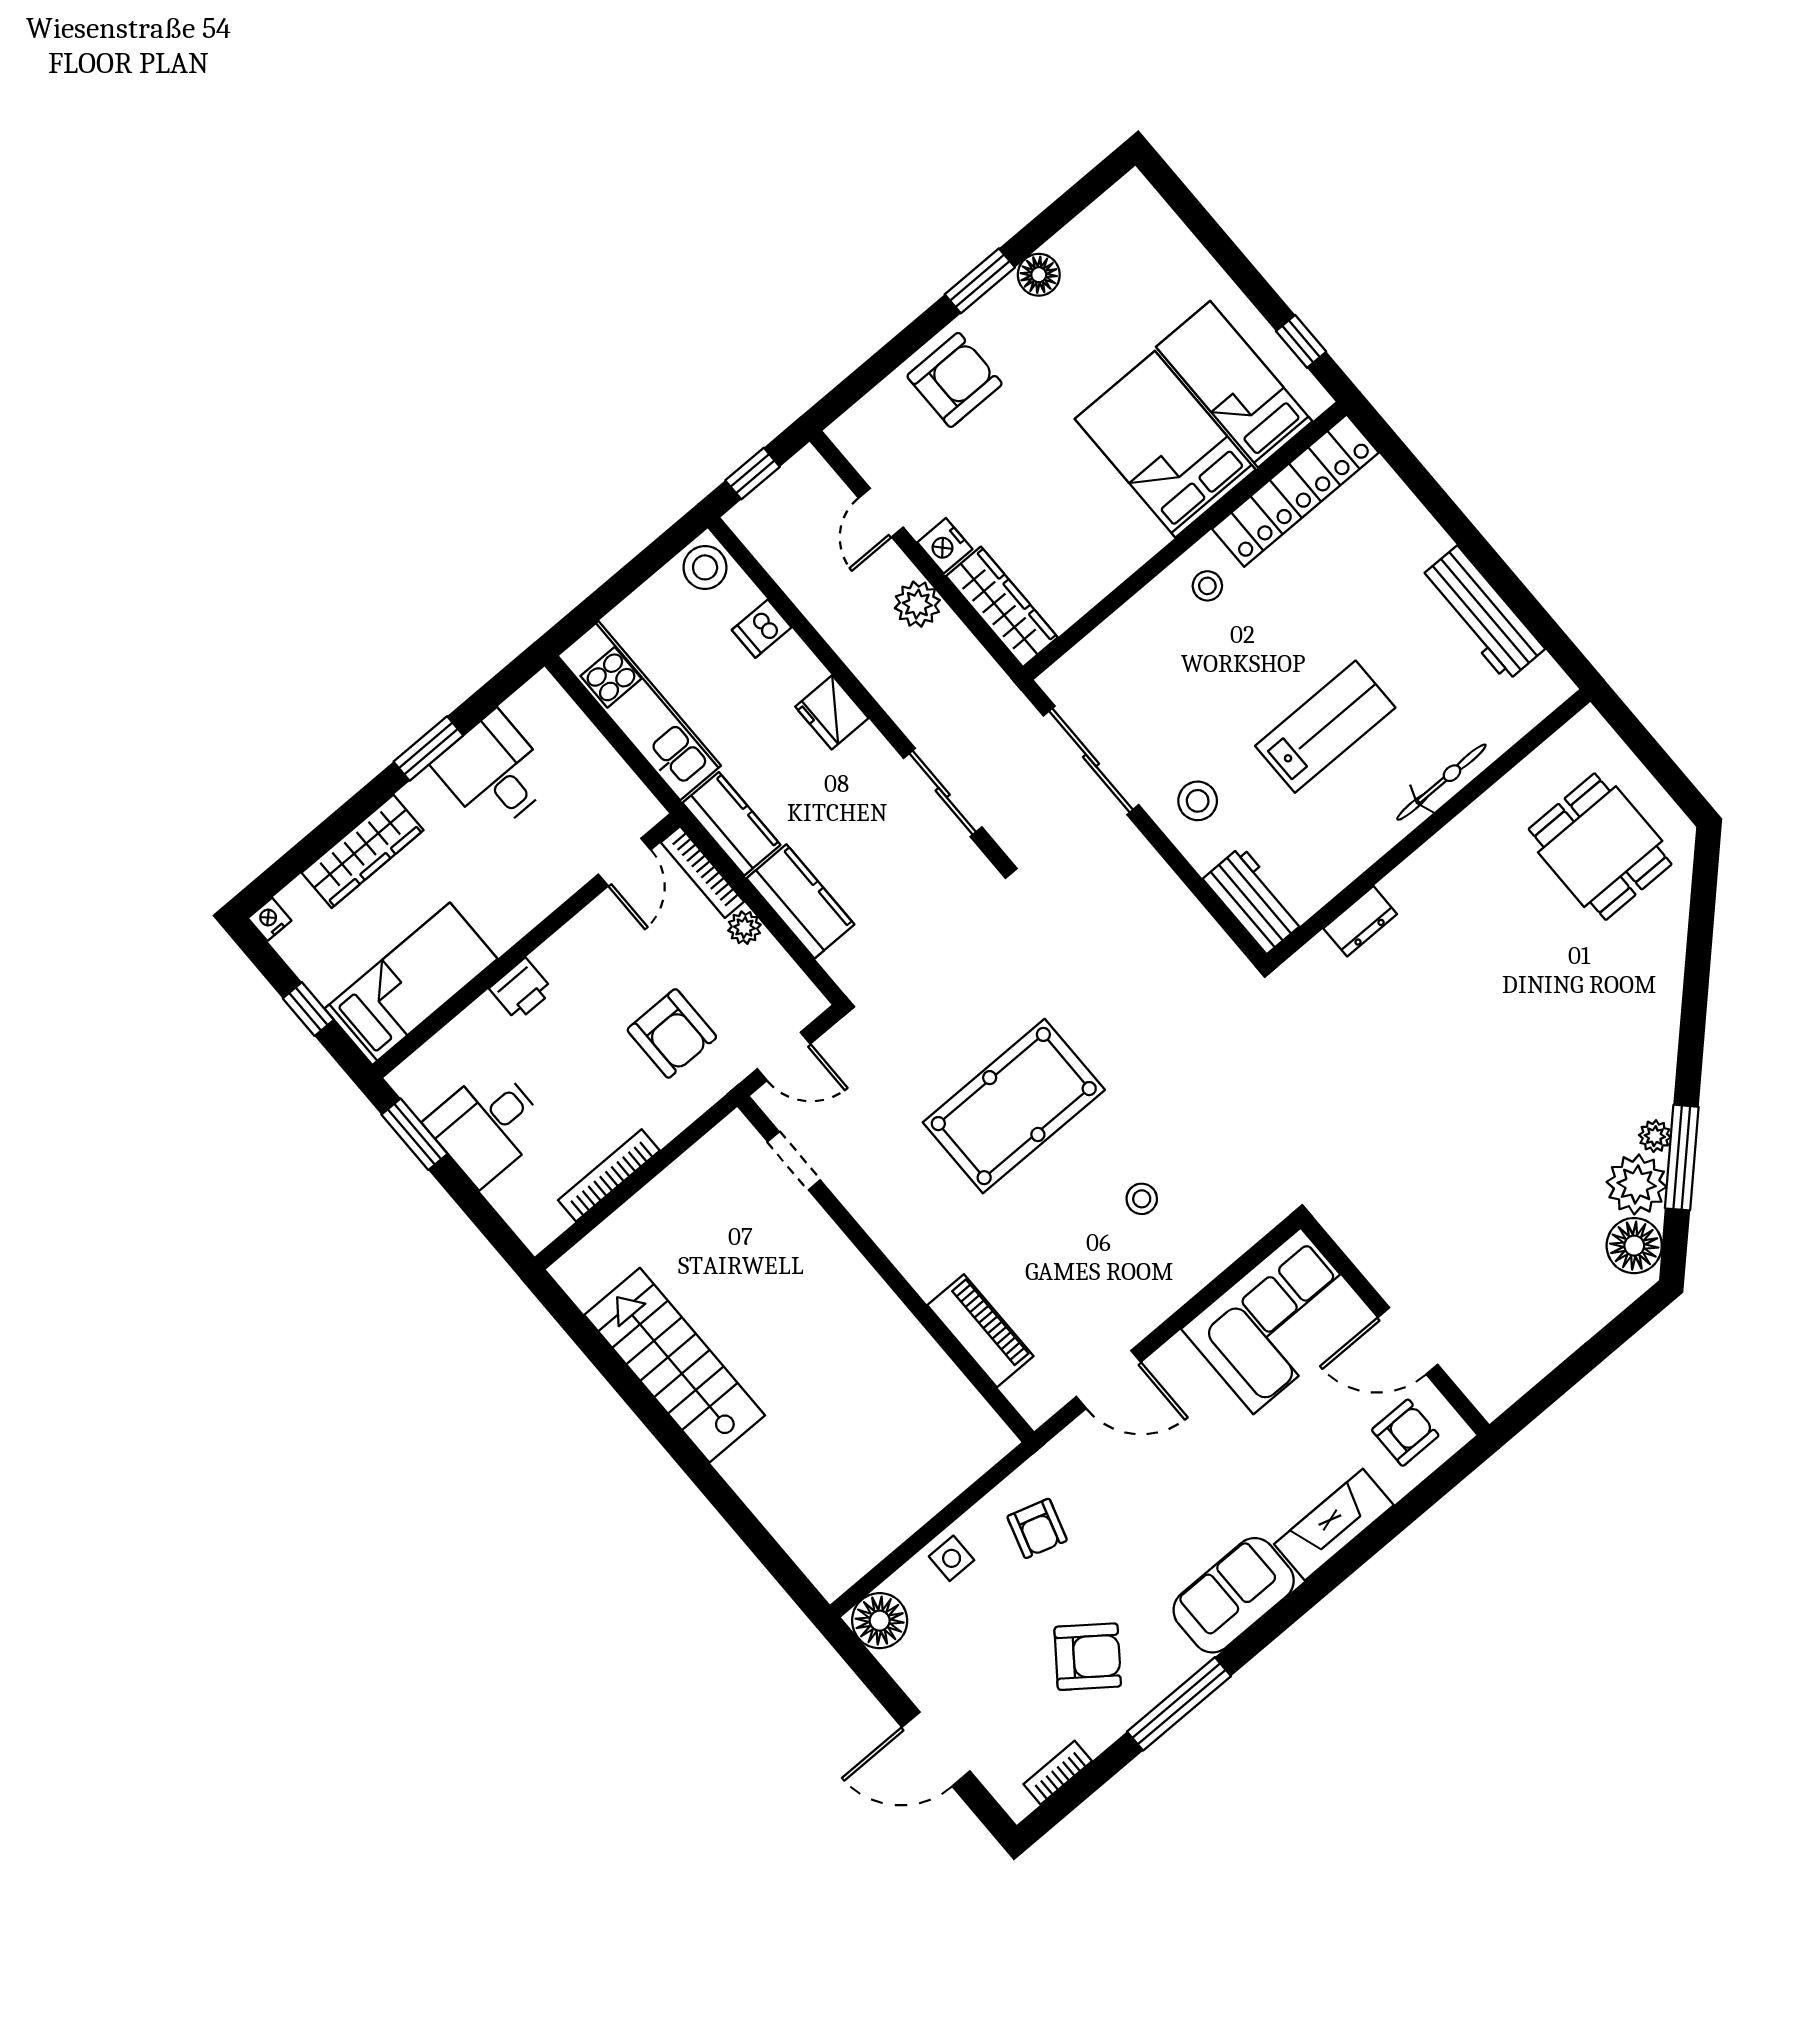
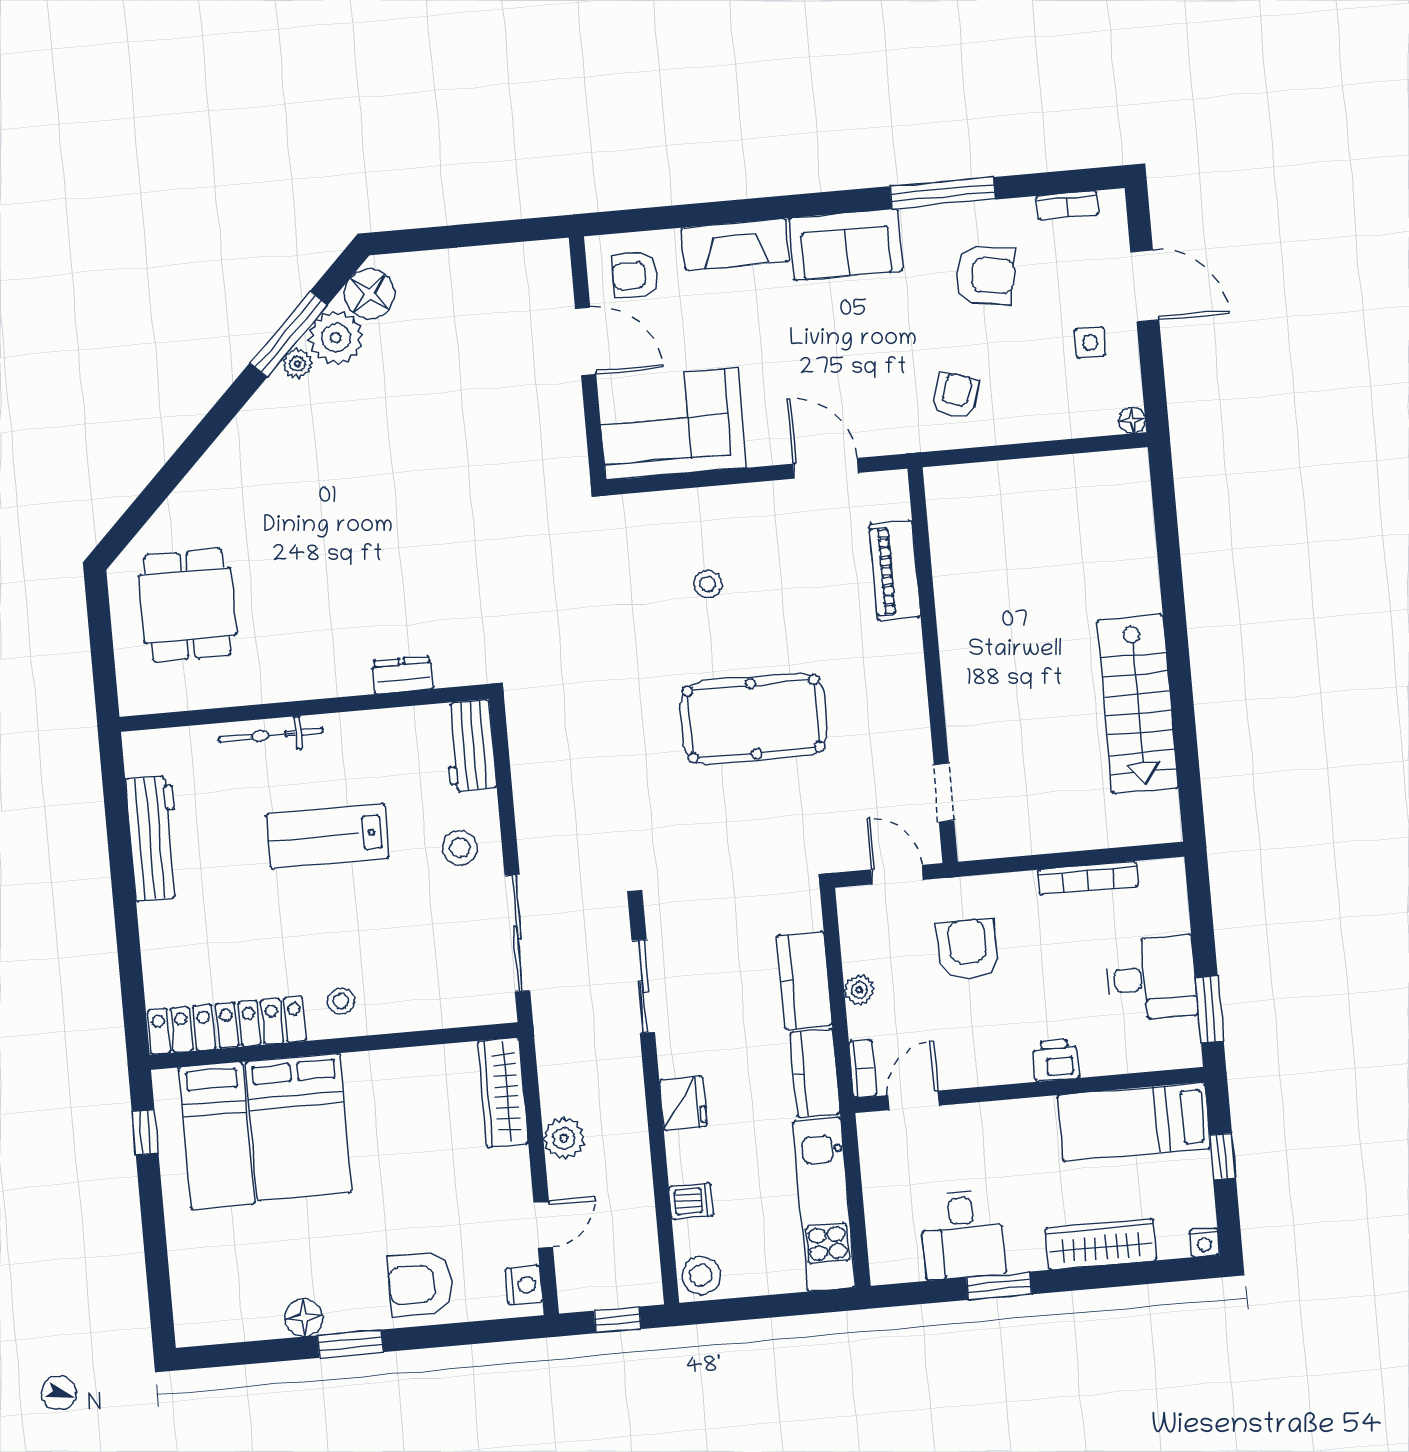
nightstand: (945, 546) -> (524, 1285), moved
bookcase: (702, 872) -> (863, 1069), width x0.64
side table: (952, 1558) -> (1090, 342), moved
floor lamp: (880, 1621) -> (1132, 420), width x0.53, depth x0.53
armchair: (1088, 1657) -> (985, 275), turned 152

